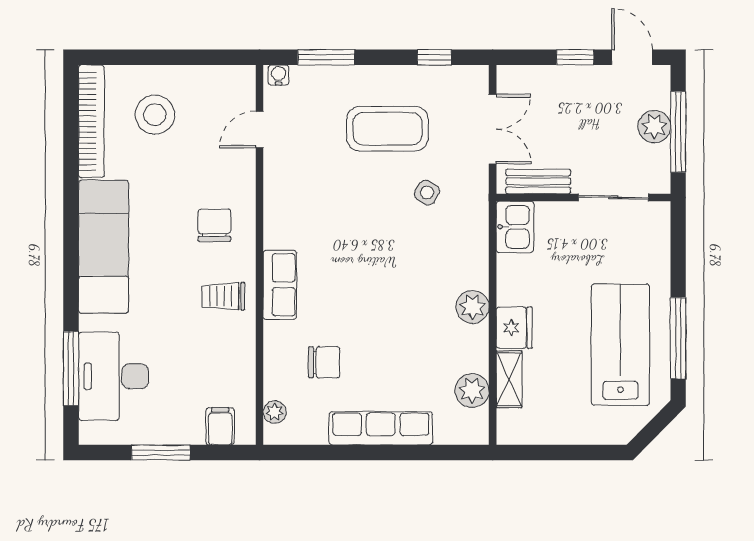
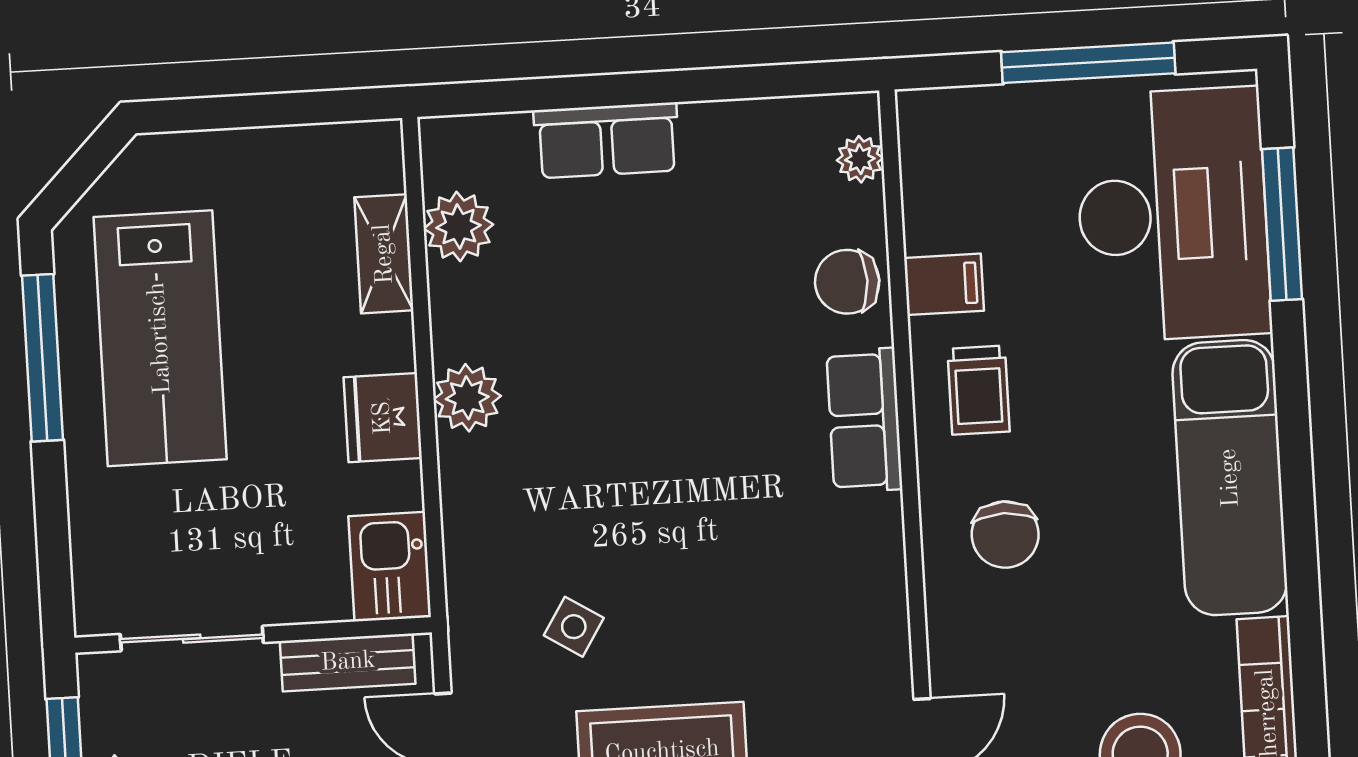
trolley: (223, 296) -> (979, 390), turned 90
fridge: (514, 328) -> (383, 418), moved
chair: (324, 362) -> (847, 282), moved
desk: (113, 376) -> (1173, 215), width x1.36, depth x1.30
filing cabinet: (220, 426) -> (944, 284), moved, turned -90
row of seats: (381, 428) -> (607, 140), width x0.68
window: (161, 453) -> (1088, 63), width x1.44

